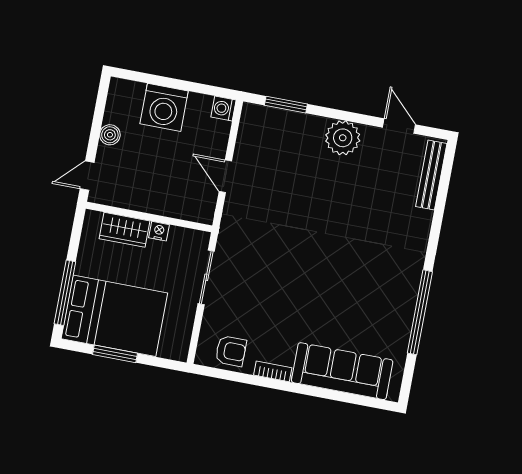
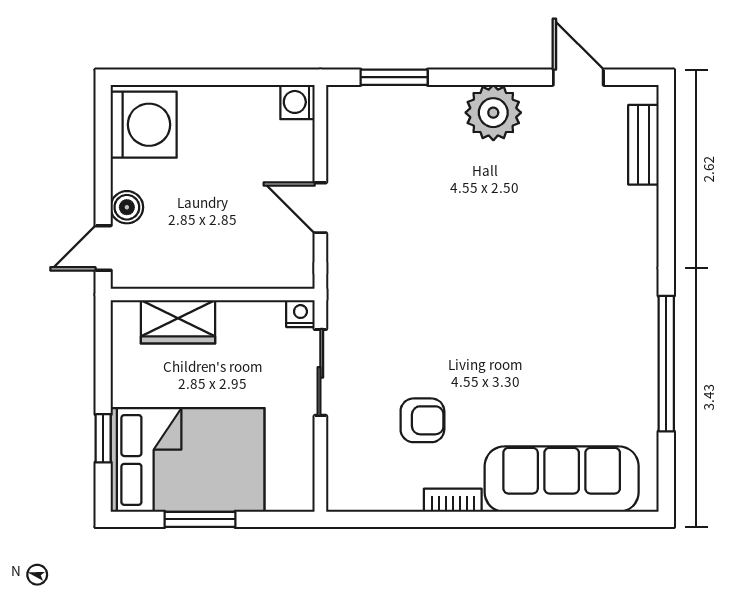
washing machine: (164, 107) -> (144, 125), moved, turned -90
boiler: (110, 135) -> (127, 207), moved
bench: (431, 175) -> (643, 145), width x0.73
nightstand: (159, 231) -> (300, 314), moved
window: (65, 293) -> (103, 438), width x0.46
armchair: (231, 351) -> (422, 420), moved

